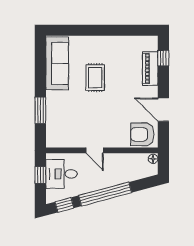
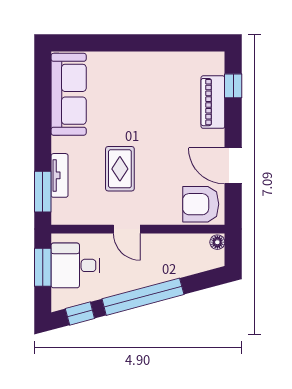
rug: (95, 78) -> (120, 169), moved
window: (40, 110) -> (43, 192), moved
tv unit: (51, 116) -> (60, 175), added
window: (40, 175) -> (43, 267), width x1.50

